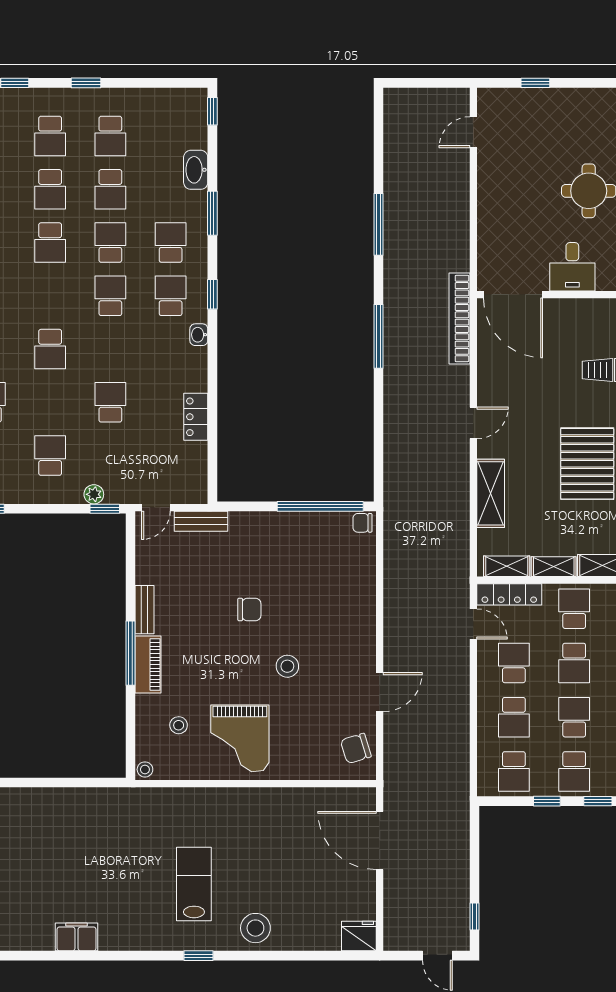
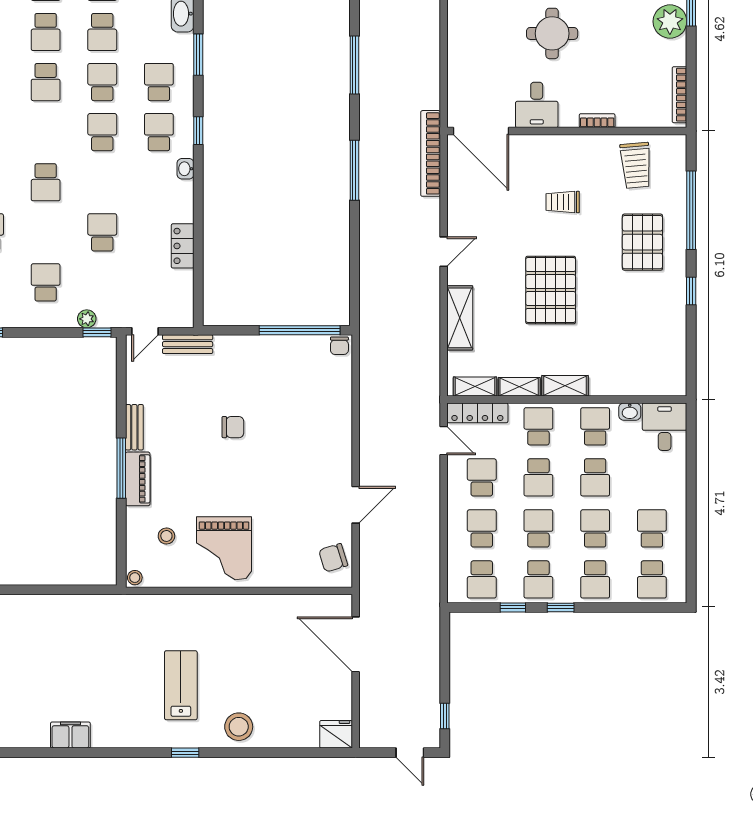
chair: (363, 523) -> (339, 346), turned -90
stool: (287, 666) -> (269, 480), removed
school desk: (514, 717) -> (482, 528), turned 180

